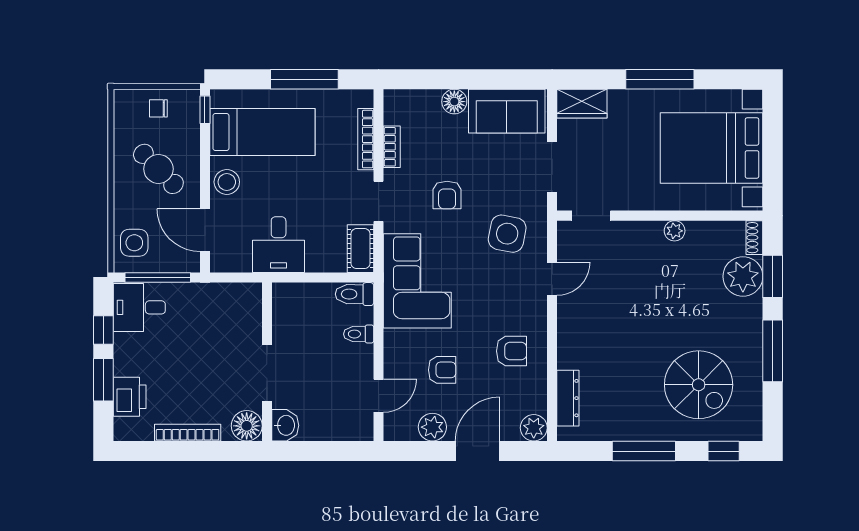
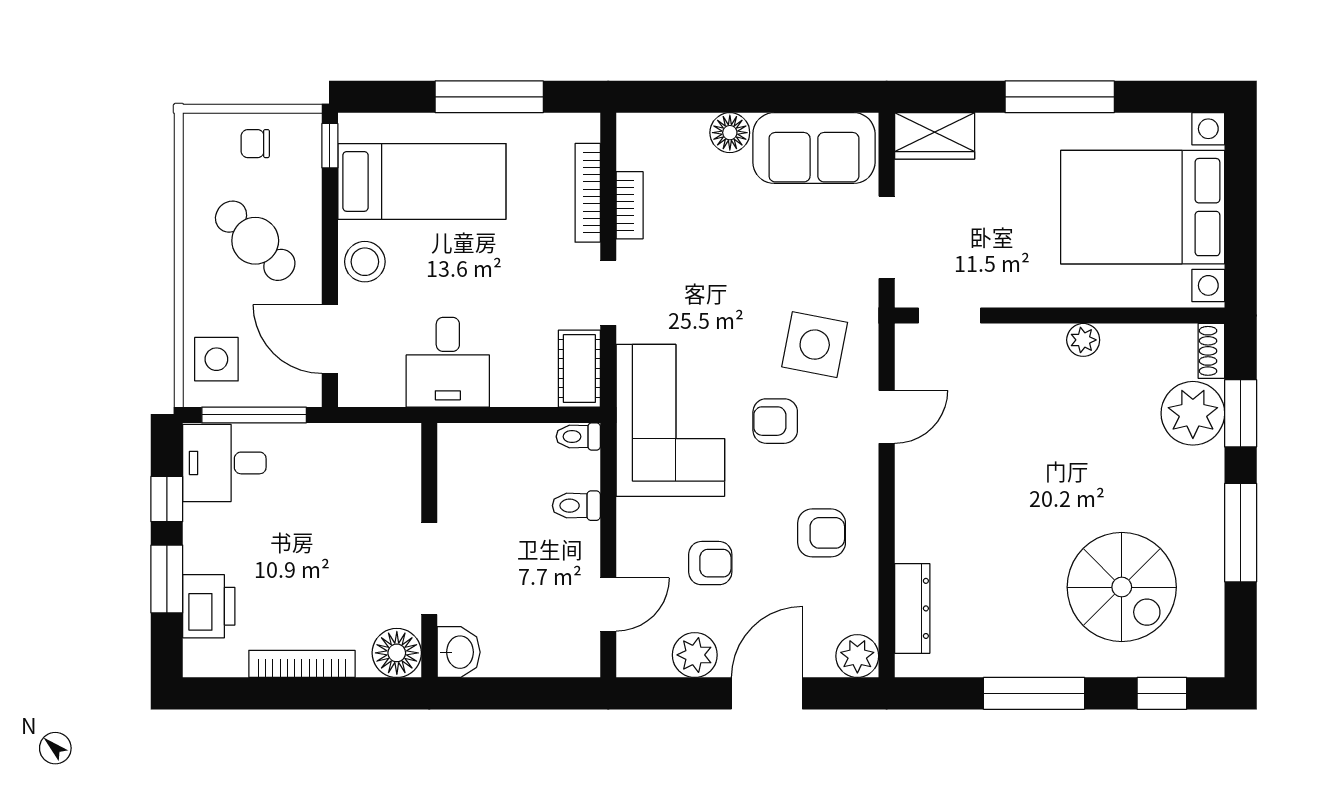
armchair: (447, 195) -> (775, 421), moved, turned 90
toilet: (354, 294) -> (578, 437), width x0.73, depth x0.72

